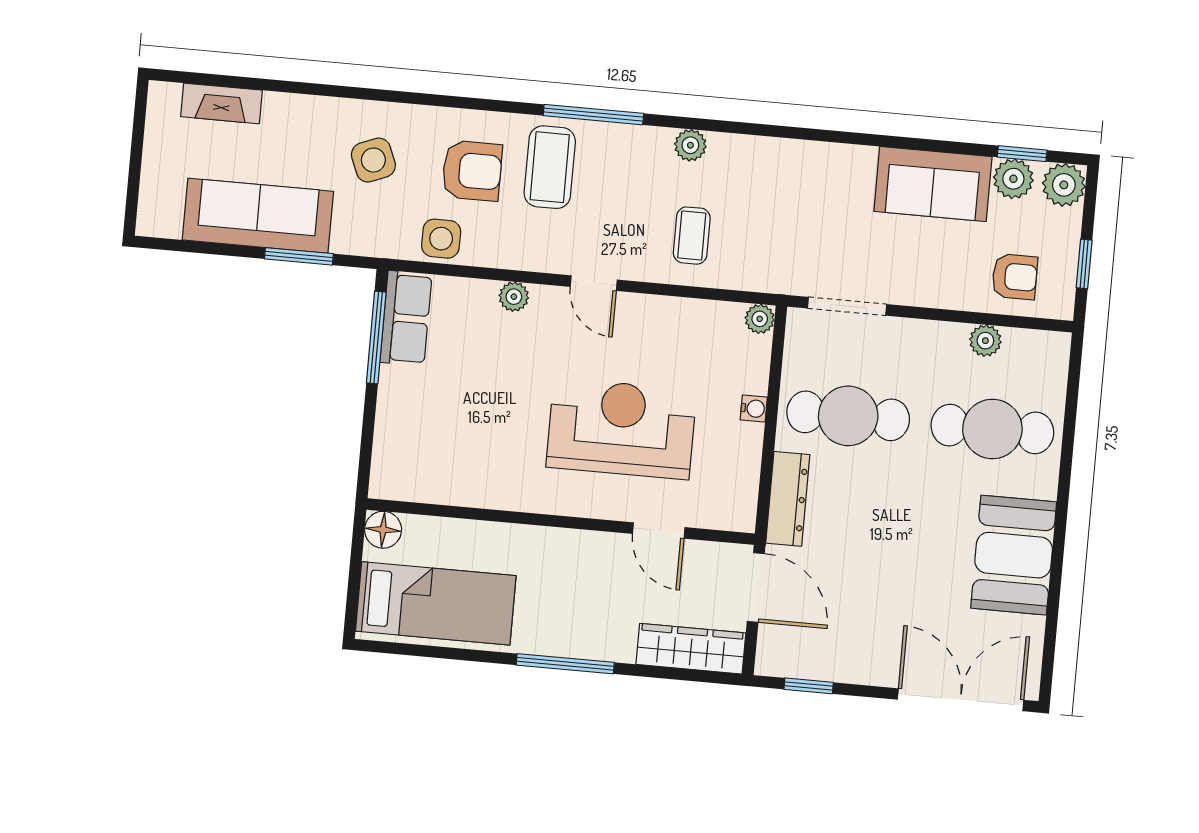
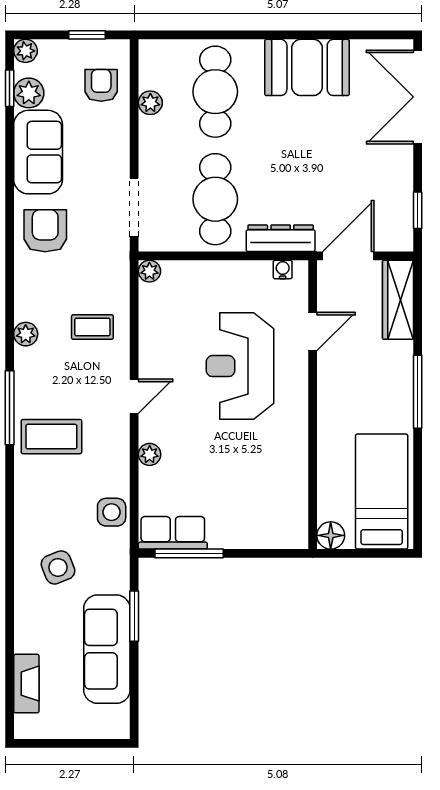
armchair: (472, 171) -> (45, 231), moved
plant: (1064, 185) -> (25, 51), width x0.73, depth x0.73
water cooler: (754, 409) -> (283, 270), moved

